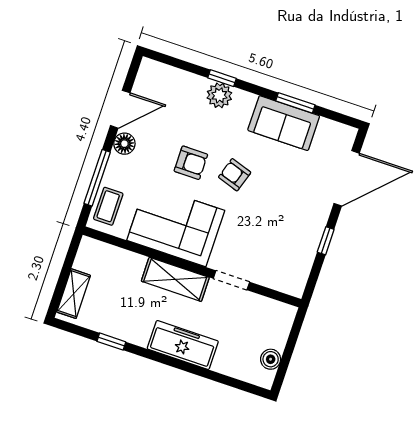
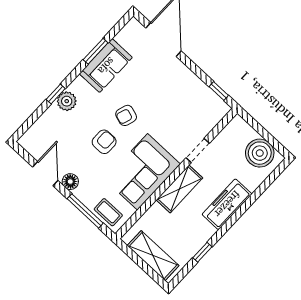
window: (326, 241) -> (219, 91), moved
shelving: (74, 294) -> (153, 256), width x1.50, depth x1.33
boiler: (271, 359) -> (260, 153), width x1.86, depth x1.86

